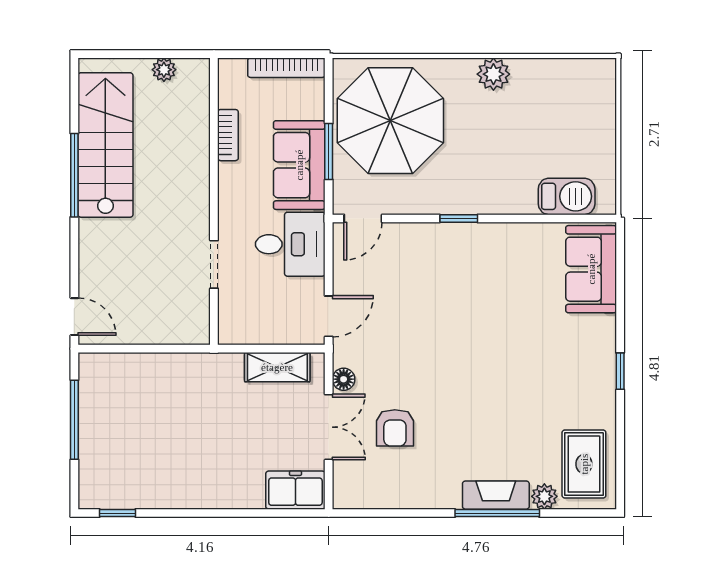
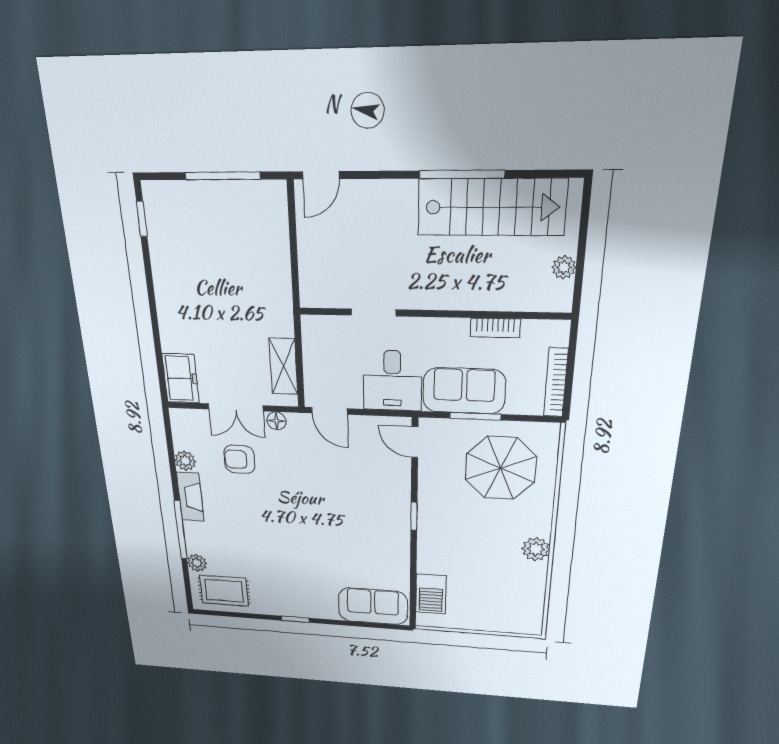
parasol: (390, 121) -> (501, 468), width x0.73, depth x0.73
fireplace: (496, 495) -> (190, 497), moved
plant: (400, 496) -> (185, 461), added

